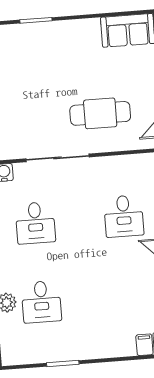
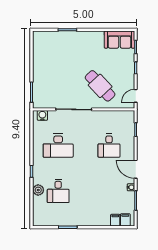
cafe table: (100, 113) -> (100, 86), turned 47
desk: (35, 223) -> (58, 146), width x1.37

